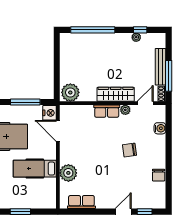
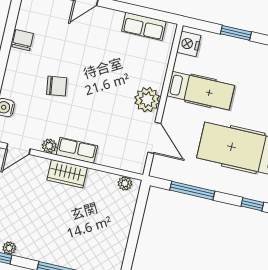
plant: (70, 92) -> (125, 183), width x0.53, depth x0.53
wardrobe: (116, 94) -> (67, 174), width x0.67
nightstand: (50, 113) -> (189, 44), moved
plant: (68, 173) -> (147, 100), moved

